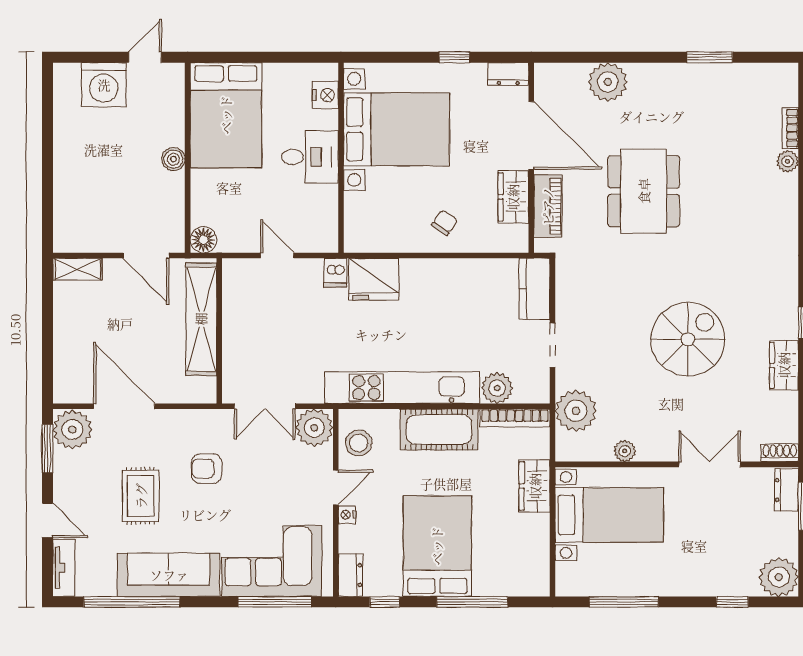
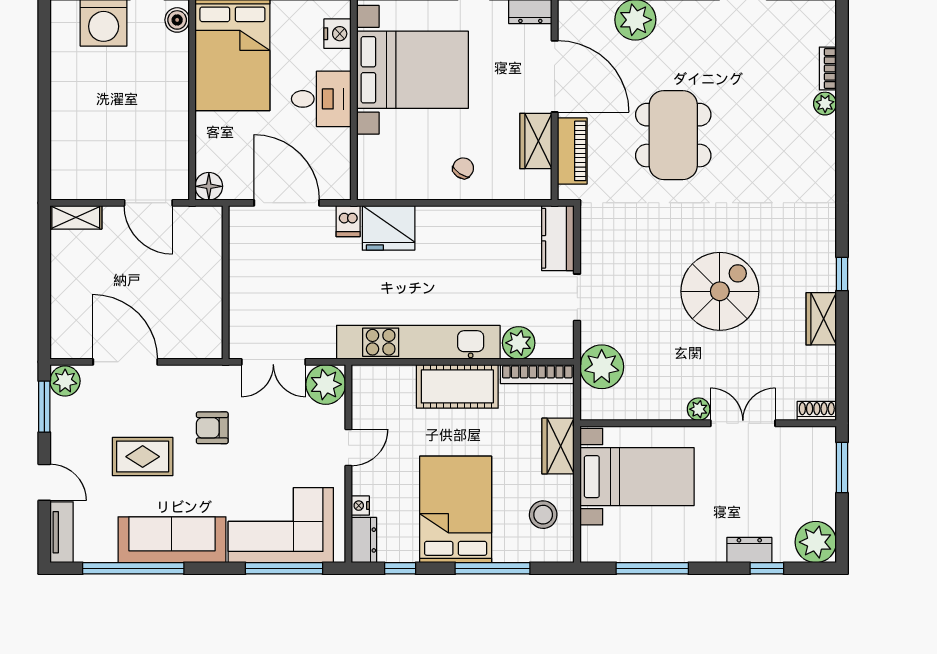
boiler: (173, 159) -> (177, 20), moved
door: (277, 256) -> (287, 203), width x1.88
shelving: (201, 319) -> (207, 270), removed
plant: (72, 430) -> (65, 381), width x0.73, depth x0.73
stool: (359, 443) -> (543, 515), moved
plant: (625, 451) -> (699, 409), moved
dresser: (786, 490) -> (749, 550), moved, turned 90
rug: (141, 496) -> (143, 457), turned 90
nightstand: (347, 515) -> (360, 506), moved

